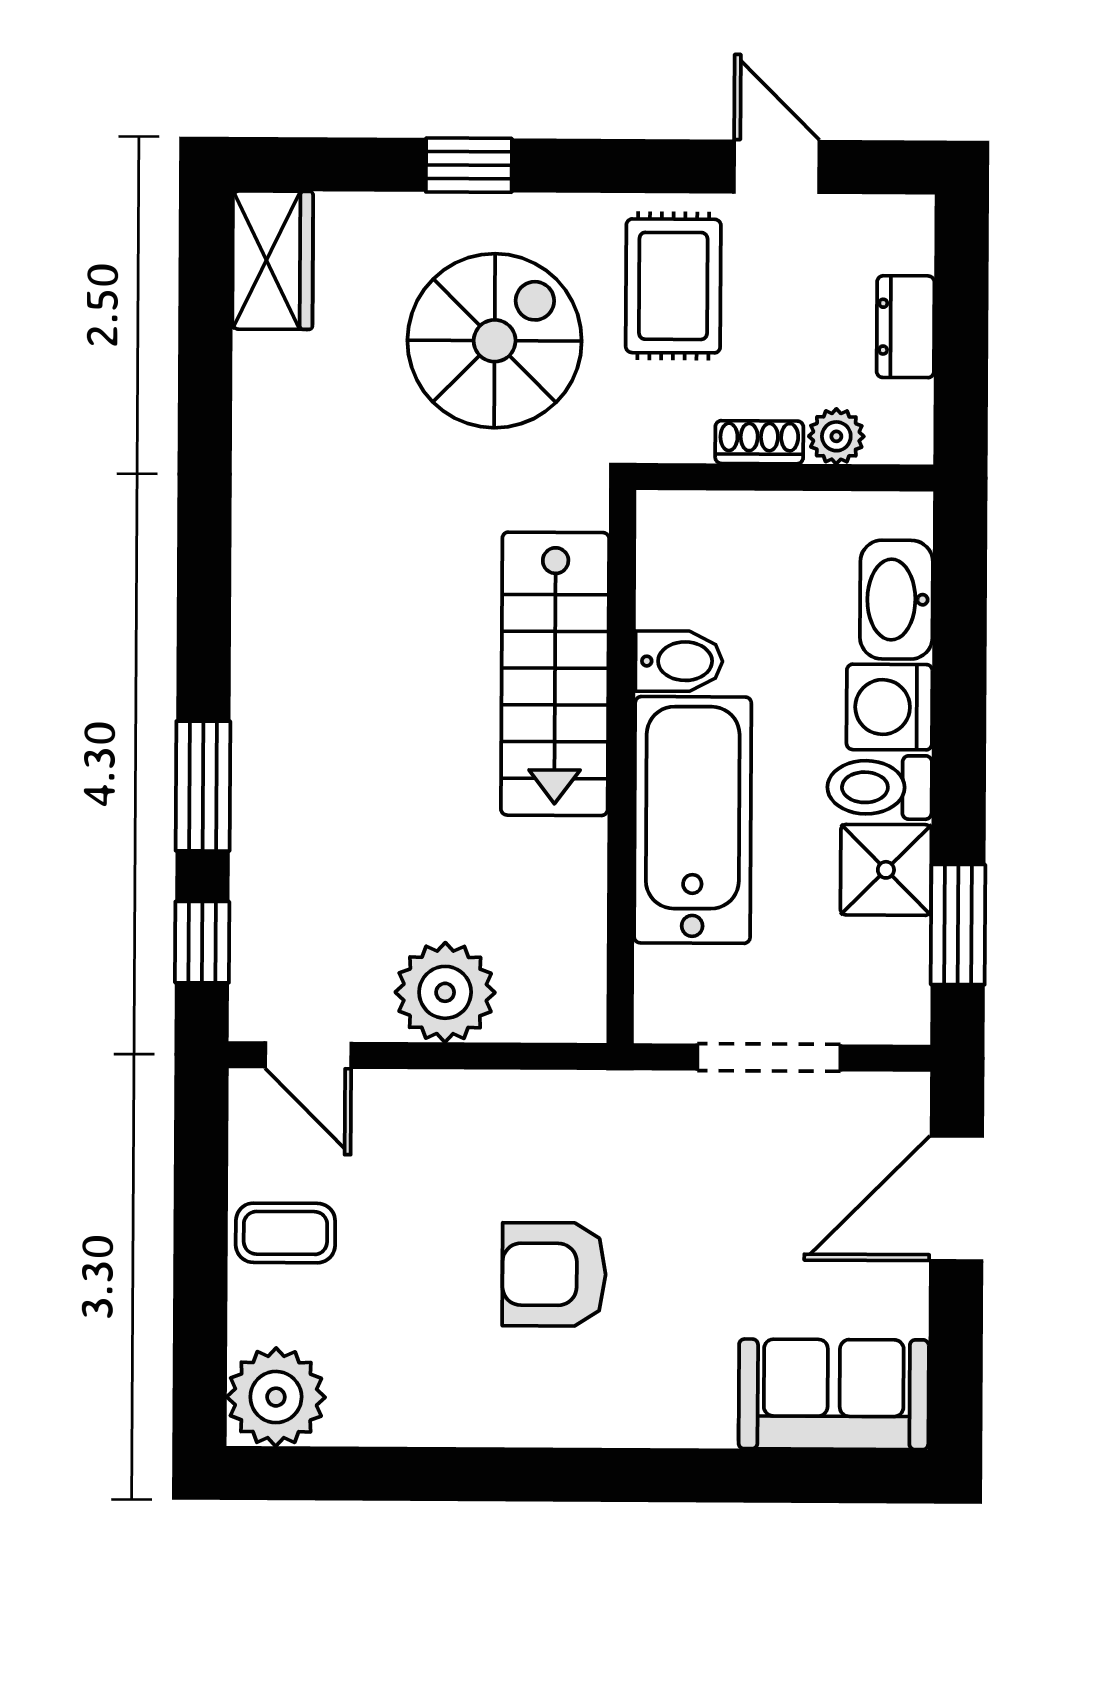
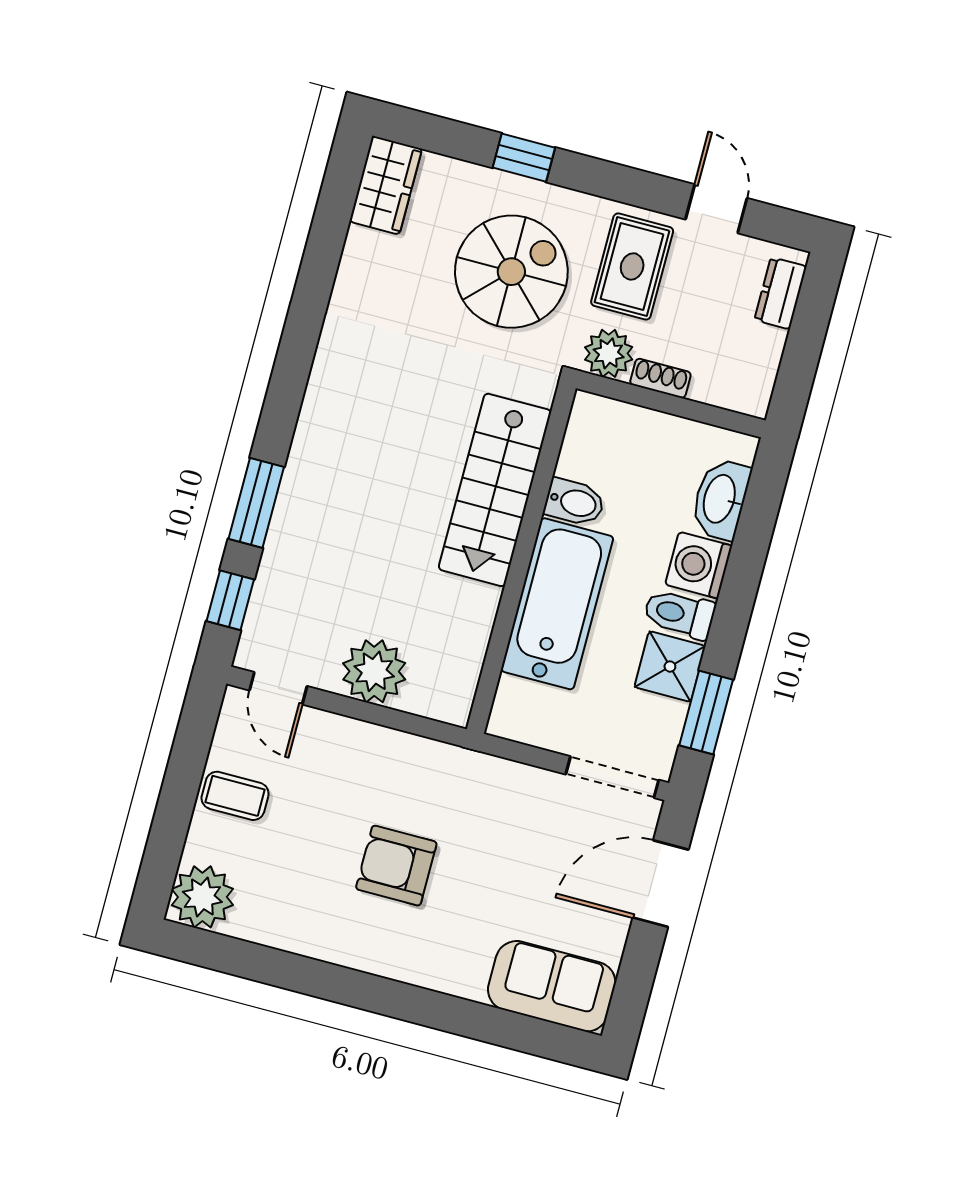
dresser: (905, 327) -> (780, 293), moved
plant: (836, 436) -> (609, 353), moved, width x1.38, depth x1.38
doorway: (769, 1057) -> (612, 777), moved

